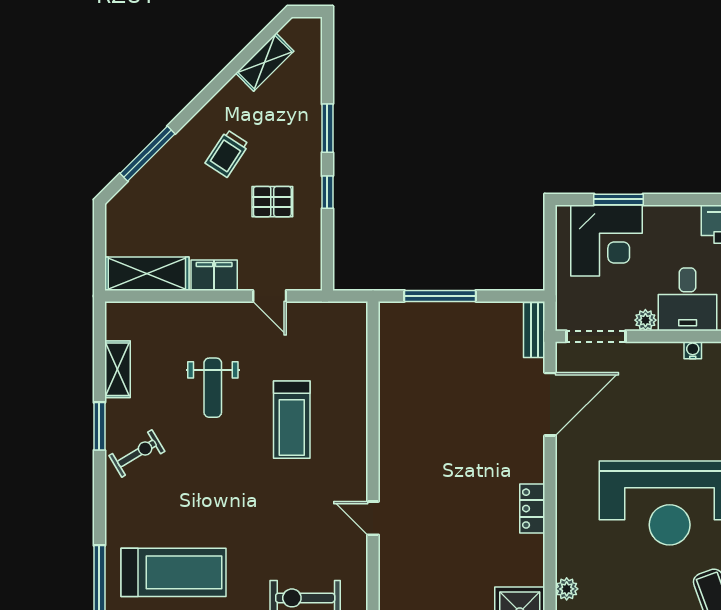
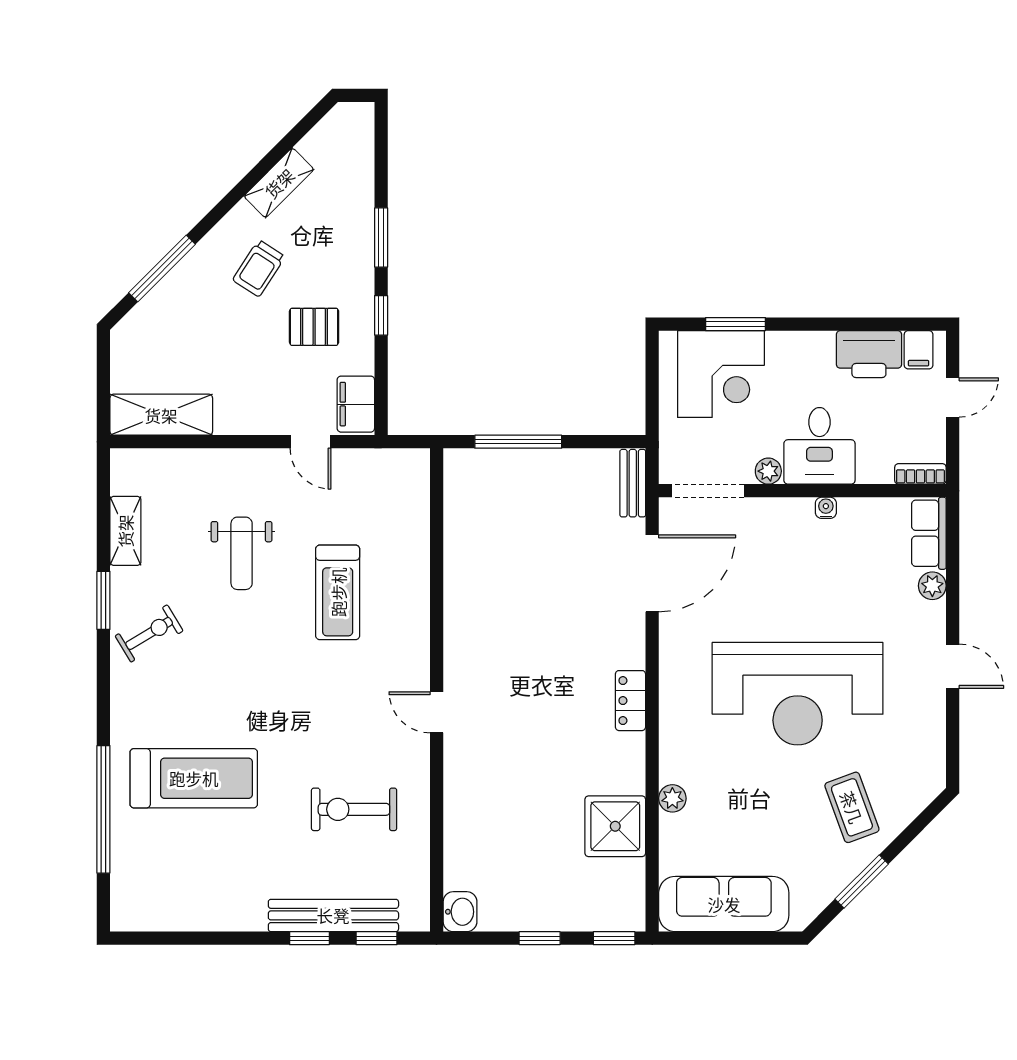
shelving: (265, 62) -> (279, 183), moved
filing cabinet: (214, 275) -> (356, 404), moved, turned -90

